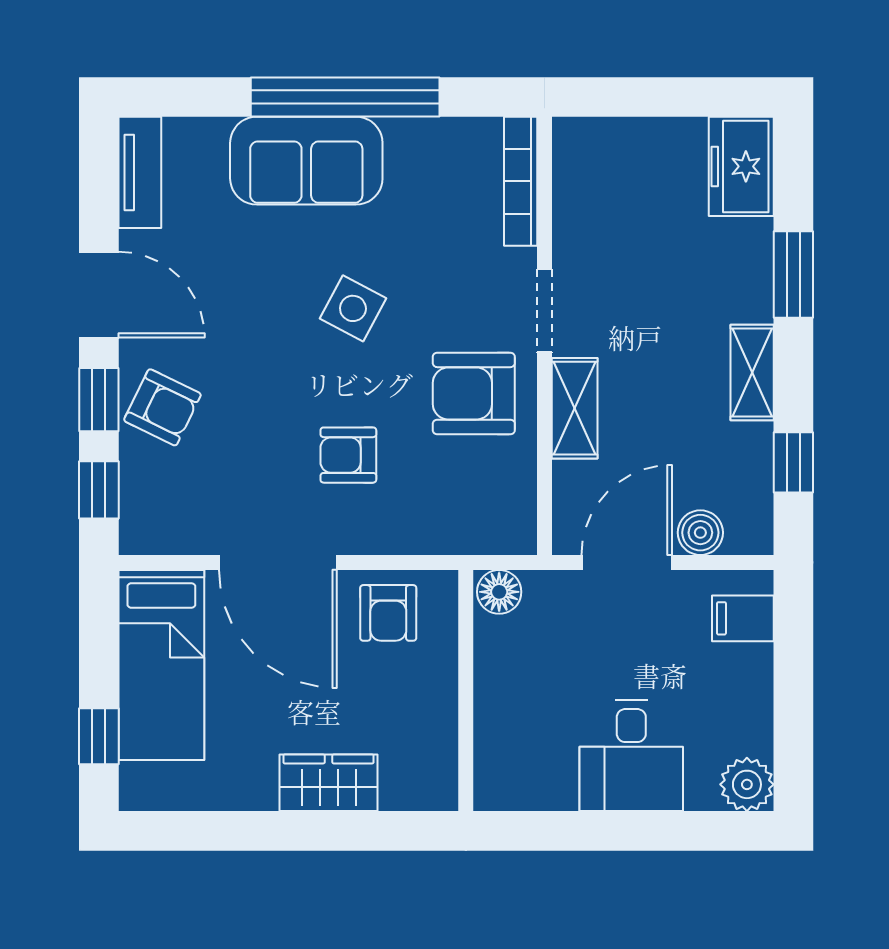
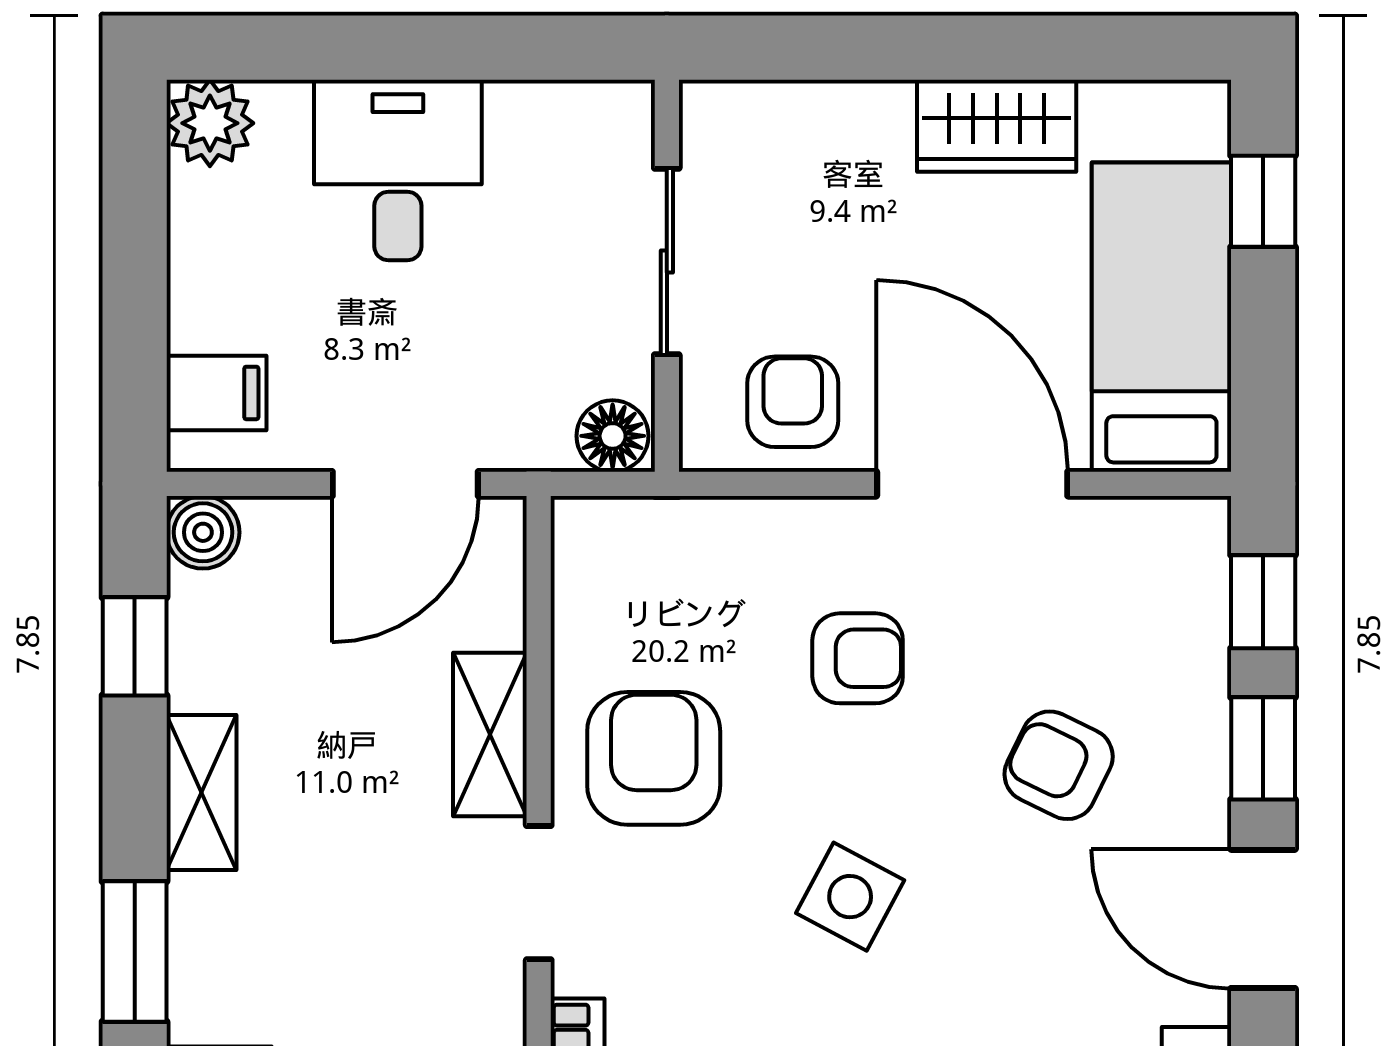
armchair: (474, 393) -> (654, 758), turned -90
armchair: (162, 407) -> (1059, 765), moved
boiler: (700, 533) -> (203, 532), moved
sliding door: (466, 699) -> (667, 261), added
wardrobe: (329, 783) -> (997, 126), moved

